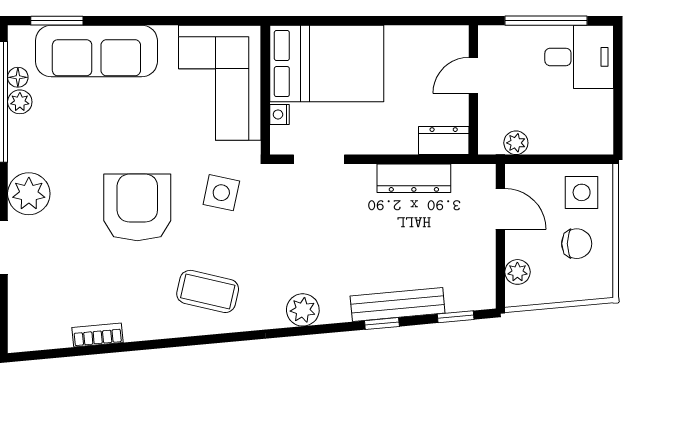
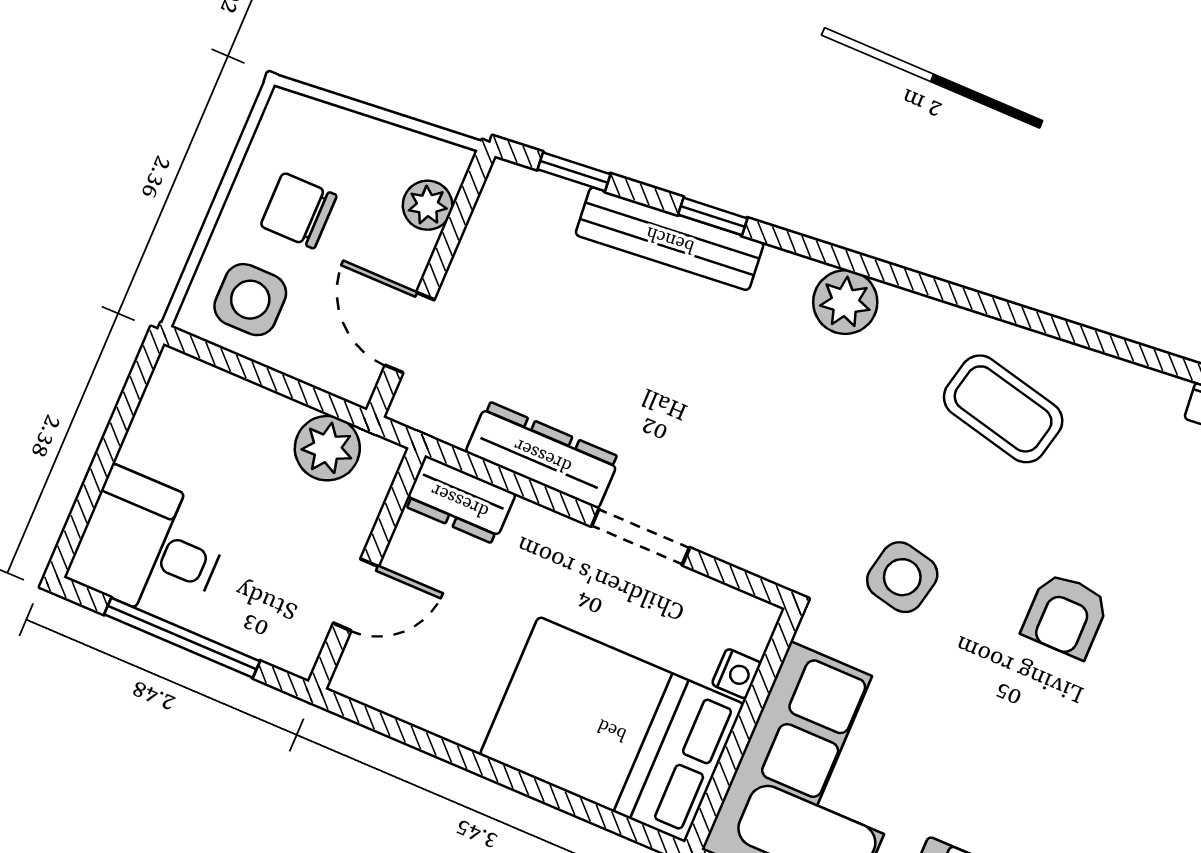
plant: (516, 143) -> (327, 448), width x1.38, depth x1.38
doorway: (319, 159) -> (640, 537), moved
armchair: (137, 207) -> (1066, 615), width x0.53, depth x0.53

